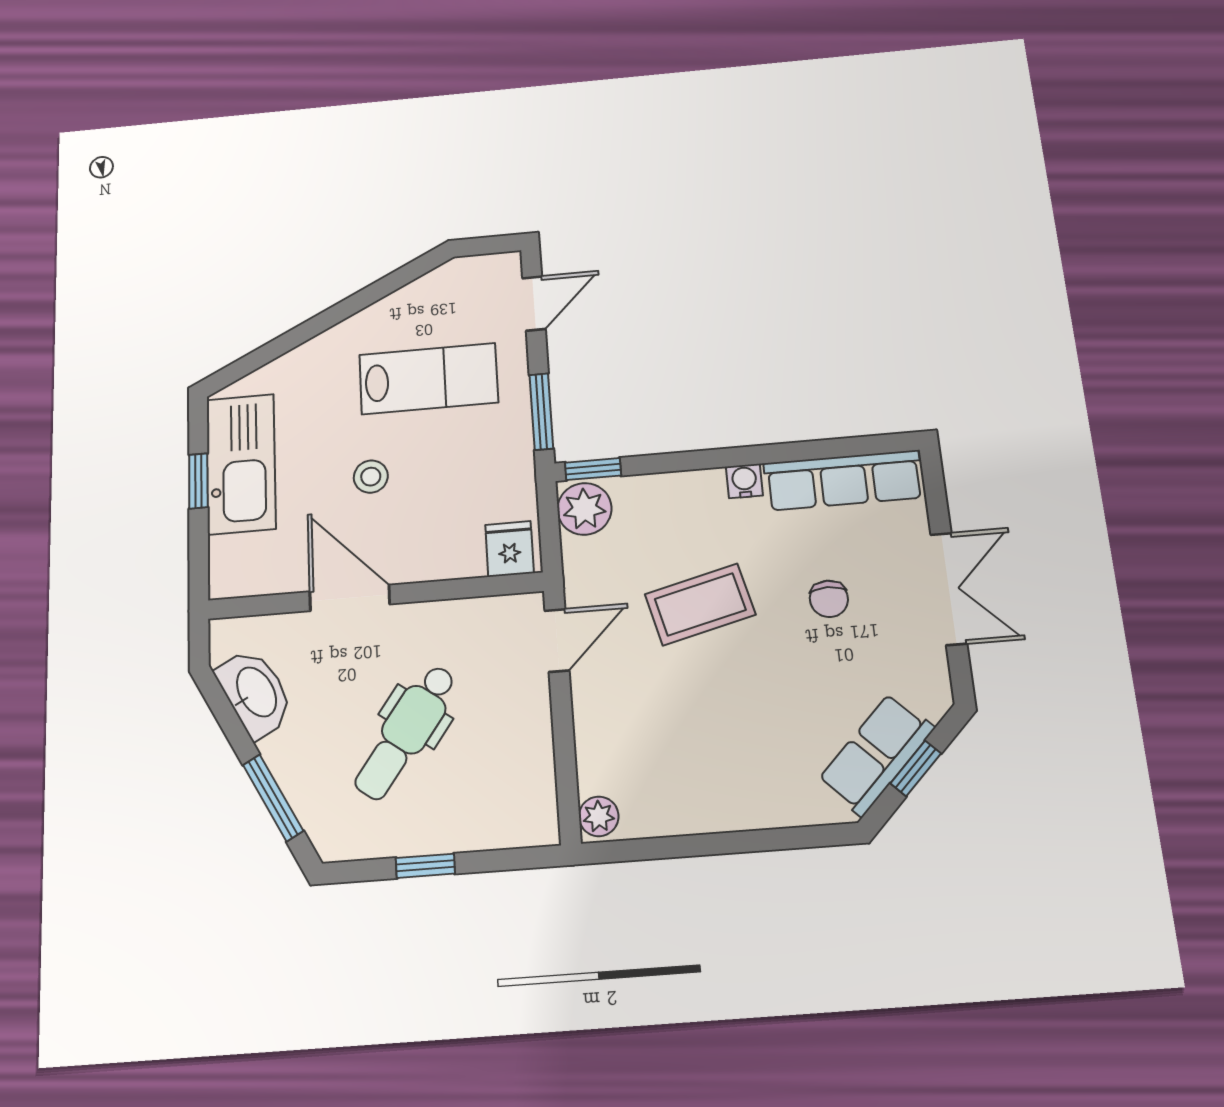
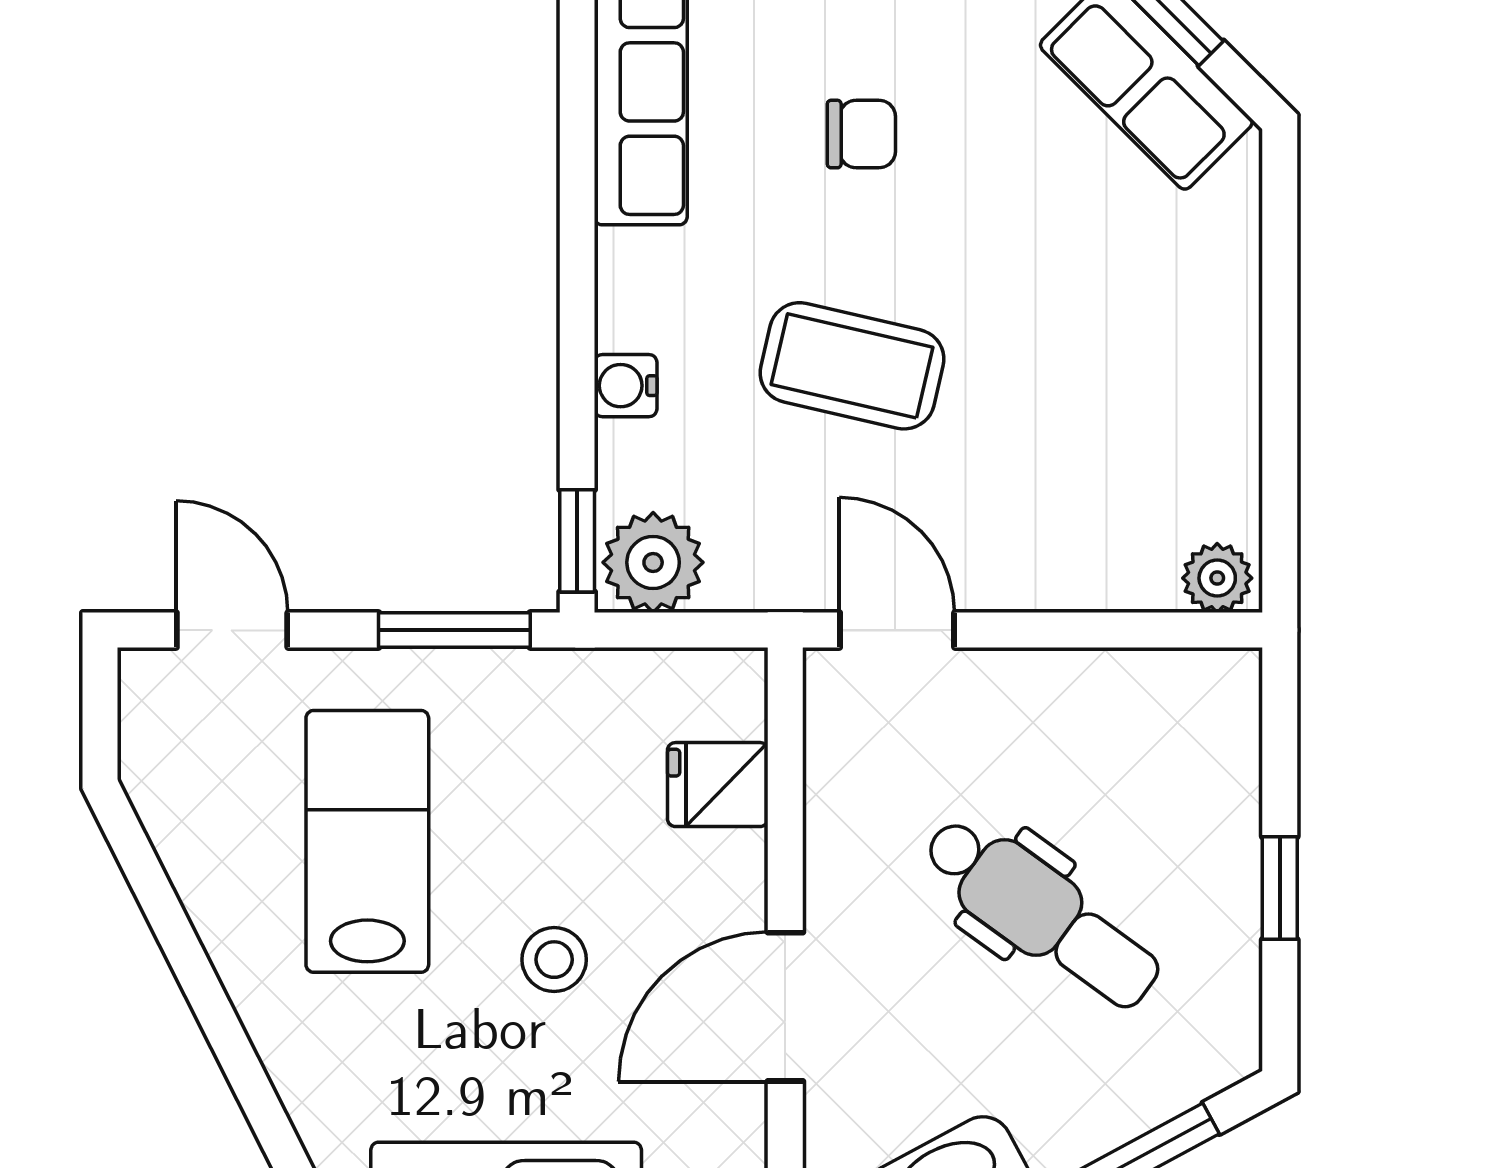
water cooler: (744, 481) -> (626, 386), moved
fridge: (510, 549) -> (718, 785), moved
coffee table: (700, 604) -> (852, 366), turned -63

